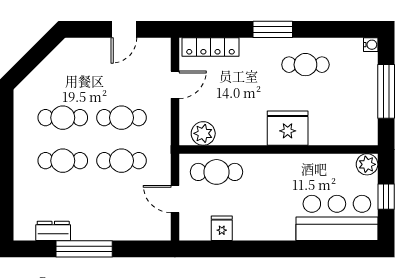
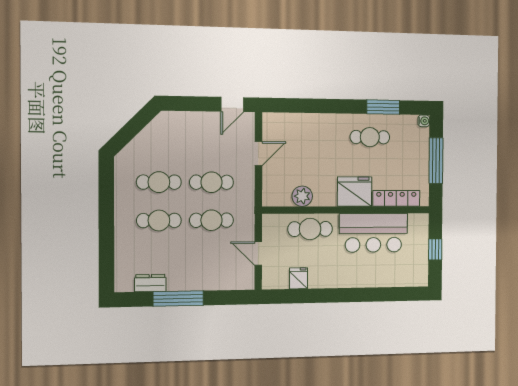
door: (124, 29) -> (232, 104), moved
window: (273, 29) -> (383, 107), moved
locker: (210, 47) -> (396, 198), moved, turned 180
plant: (203, 133) -> (302, 196), moved
plant: (367, 164) -> (420, 222), removed
cafe table: (217, 172) -> (310, 229), moved
bar counter: (337, 218) -> (373, 233), moved, turned 180

